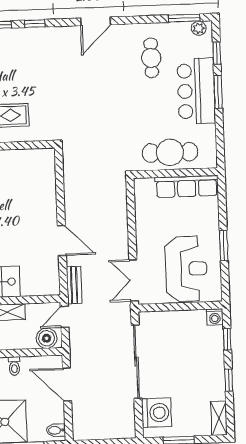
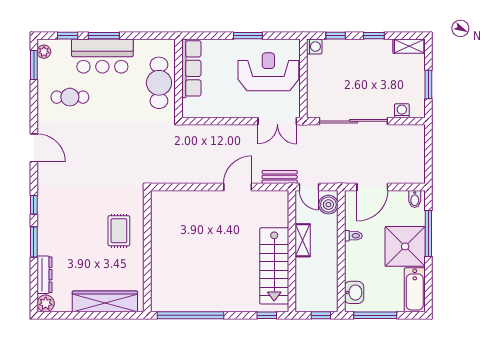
washing machine: (156, 413) -> (402, 111), width x0.53, depth x0.53

